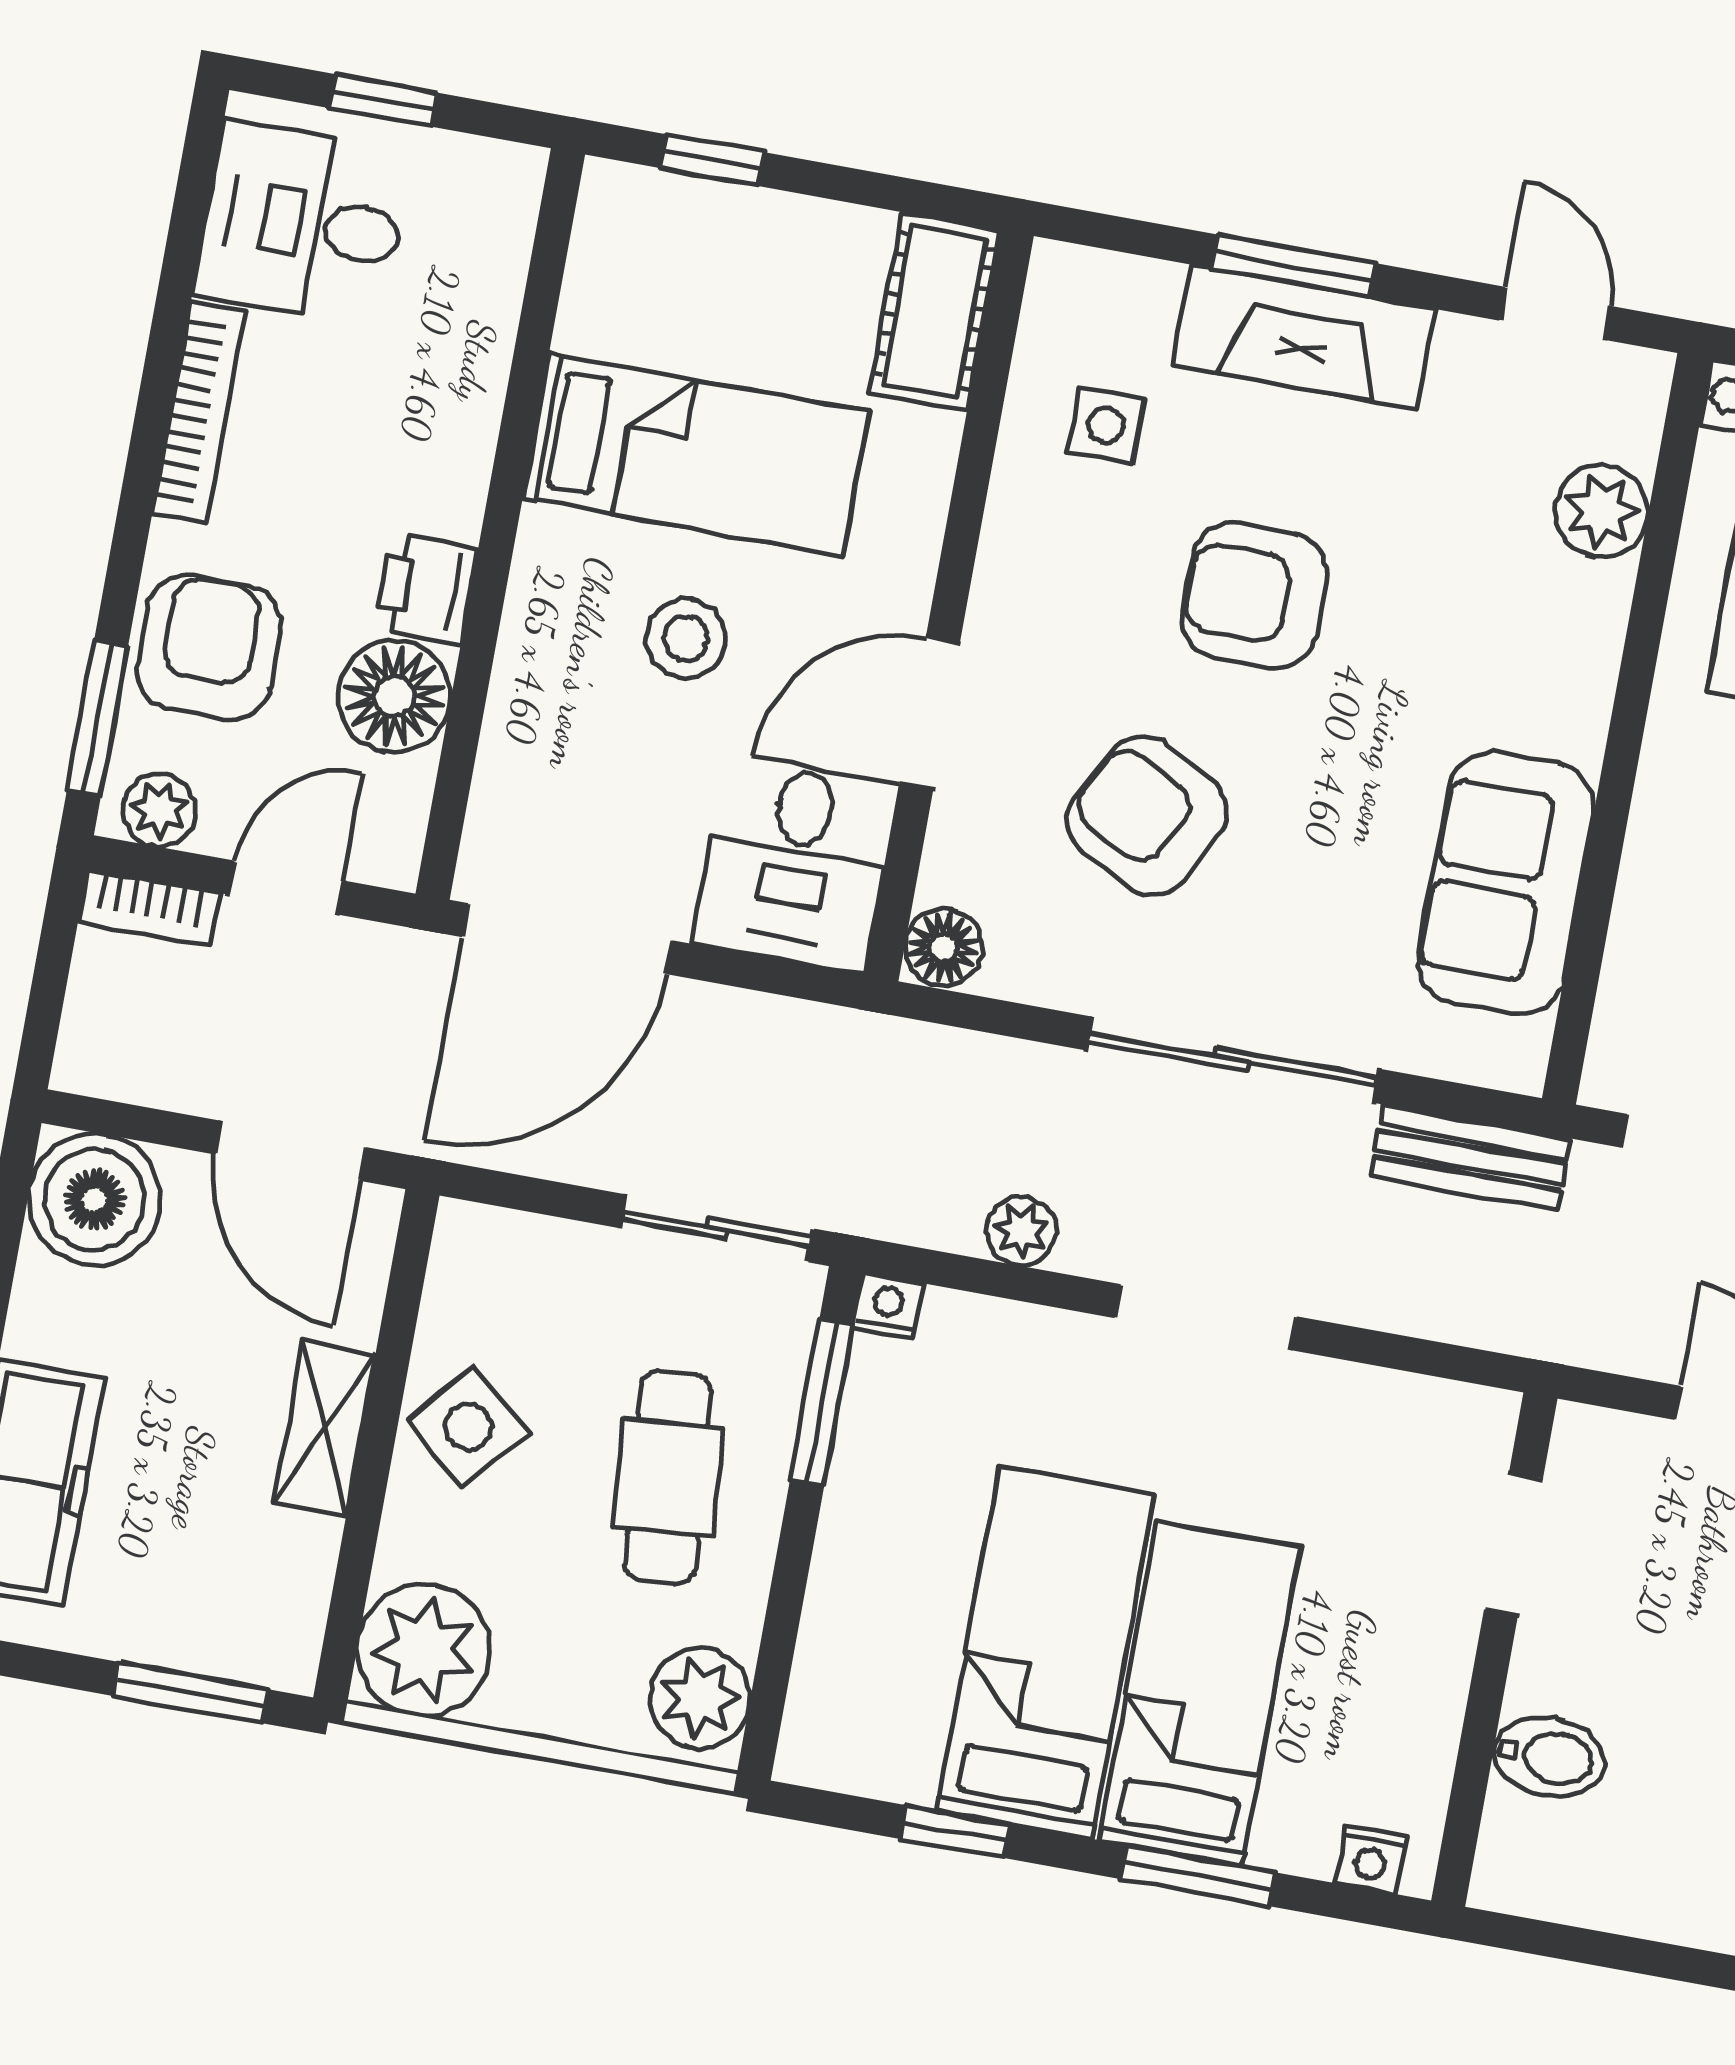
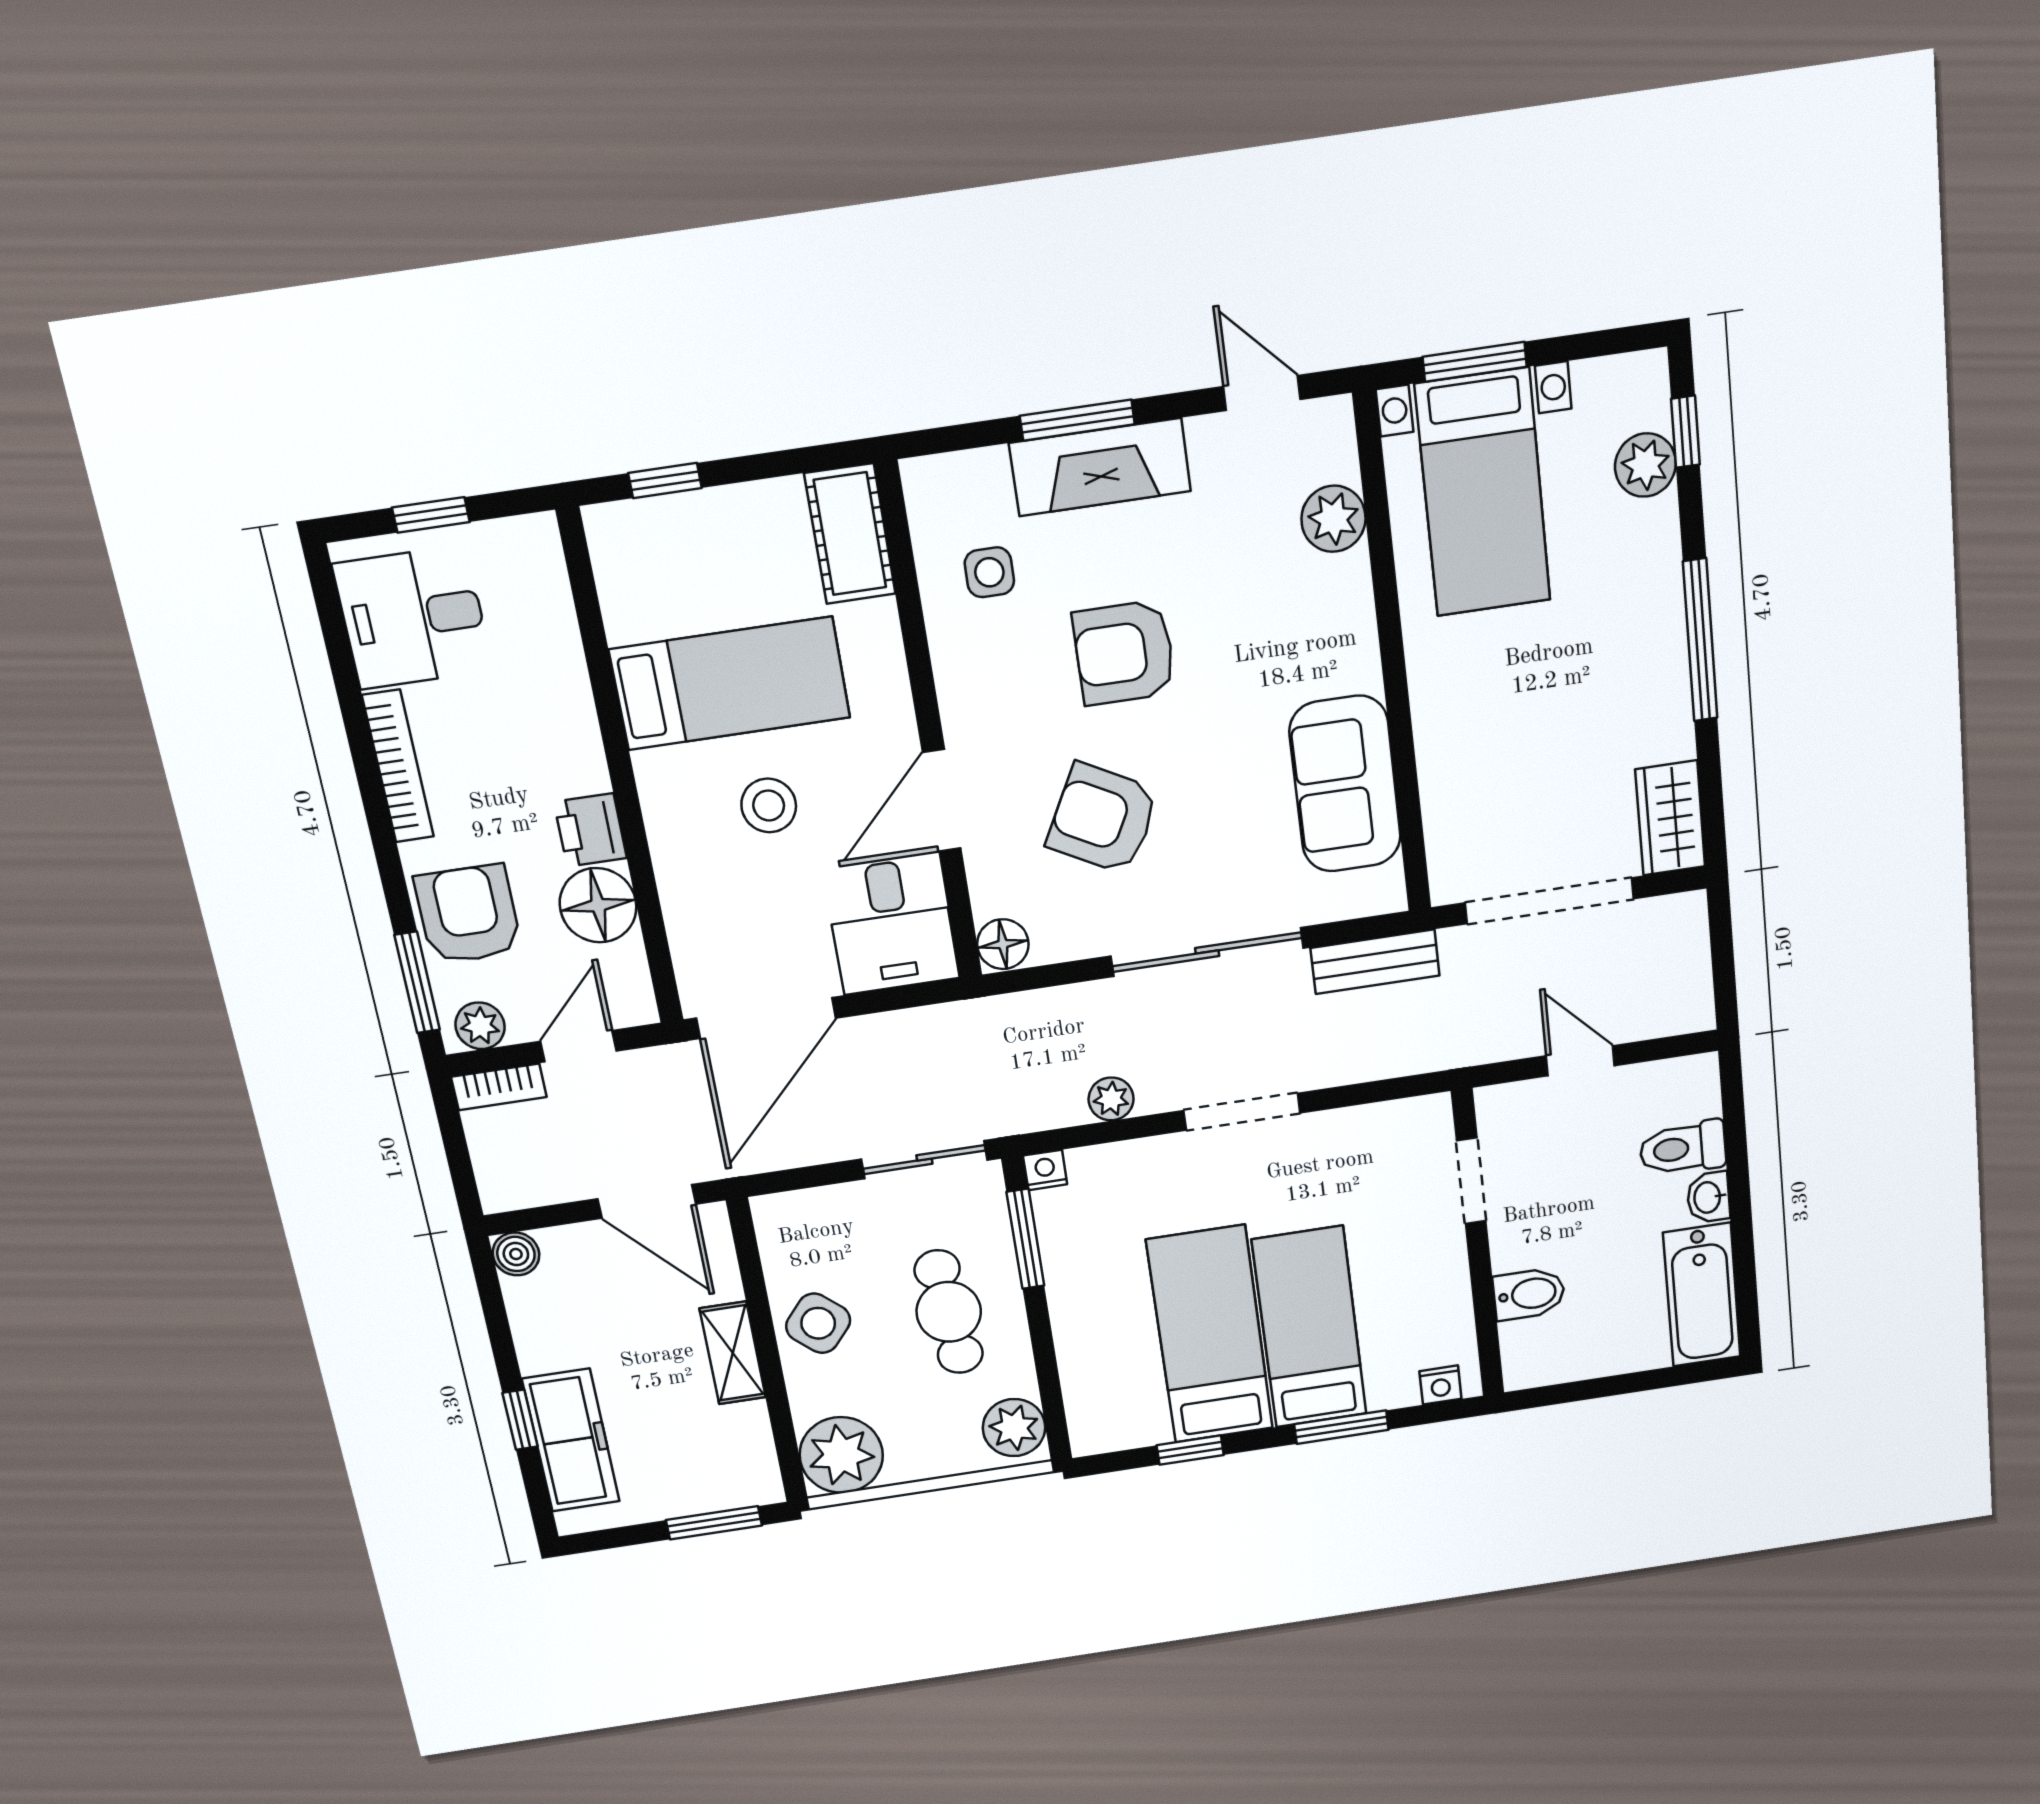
boiler: (94, 1200) -> (516, 1254), width x0.54, depth x0.54

